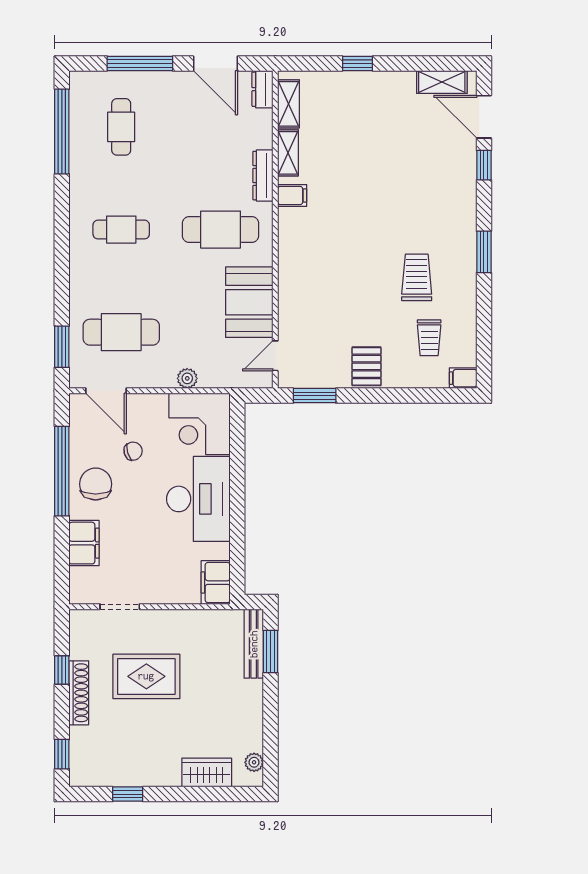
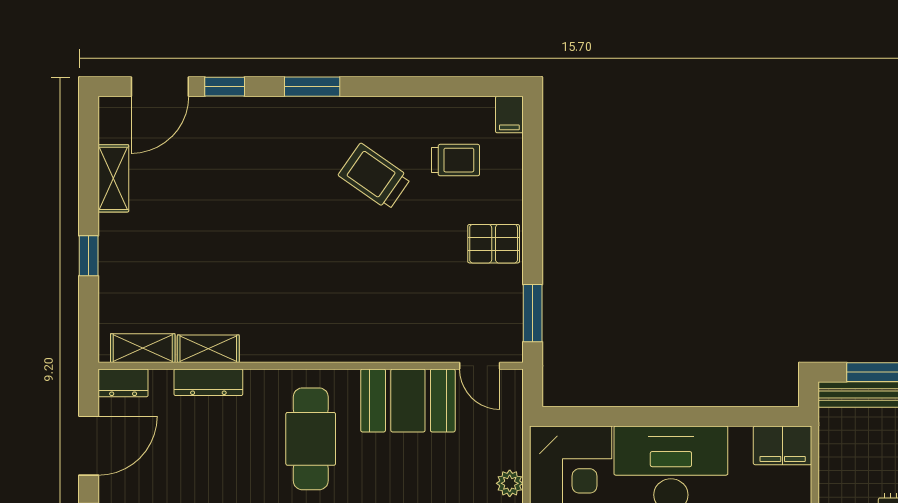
shelving: (442, 82) -> (113, 178), moved
dresser: (263, 176) -> (208, 382), moved
filing cabinet: (292, 195) -> (265, 343), removed
window: (484, 252) -> (312, 87), moved
trolley: (417, 277) -> (375, 177), turned 35

